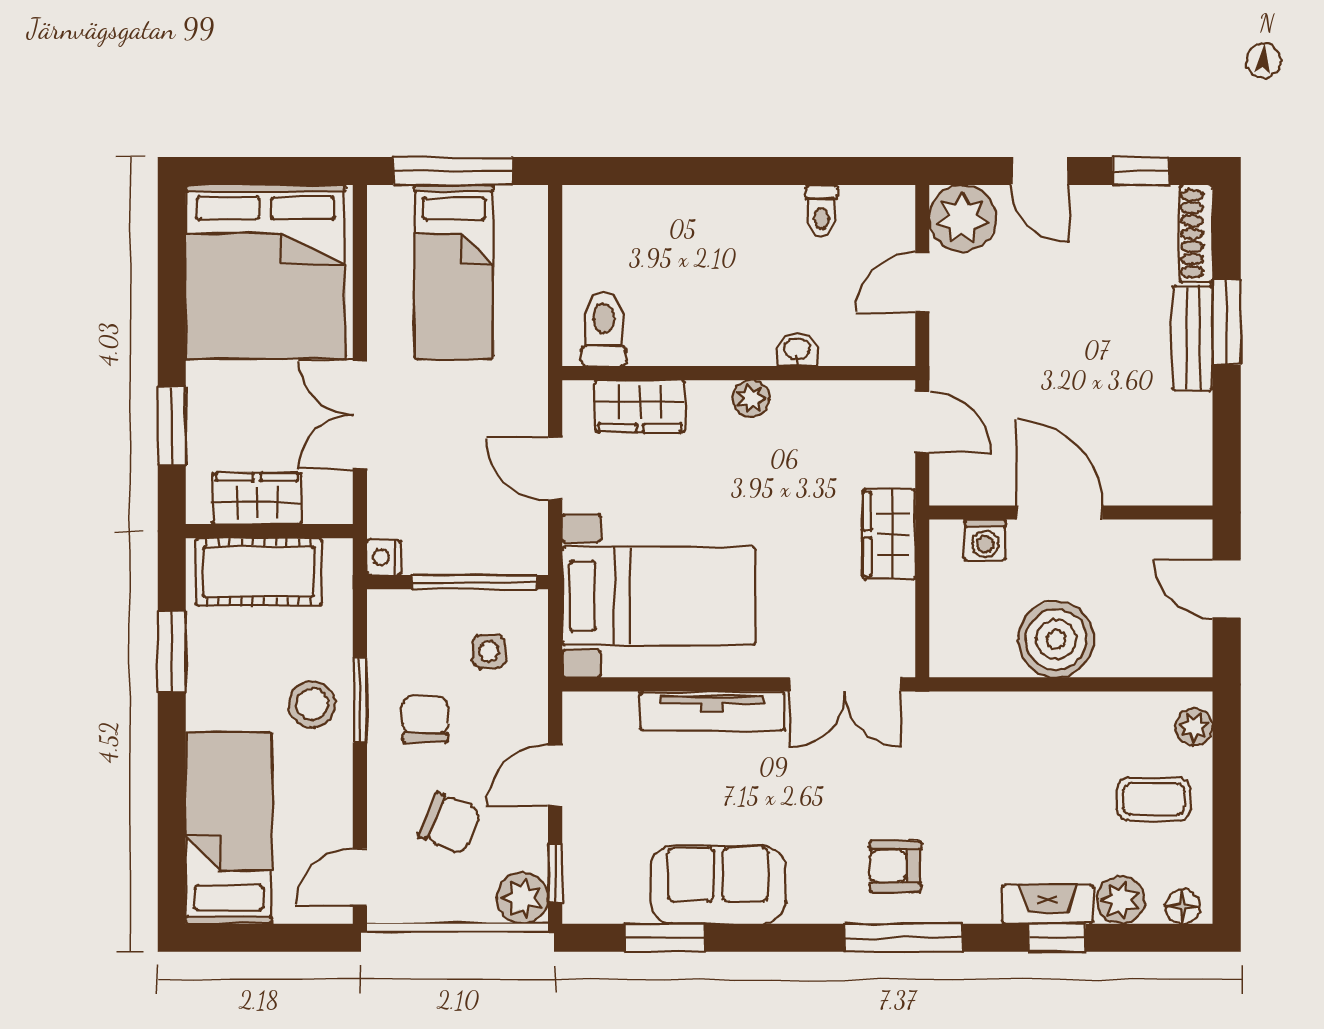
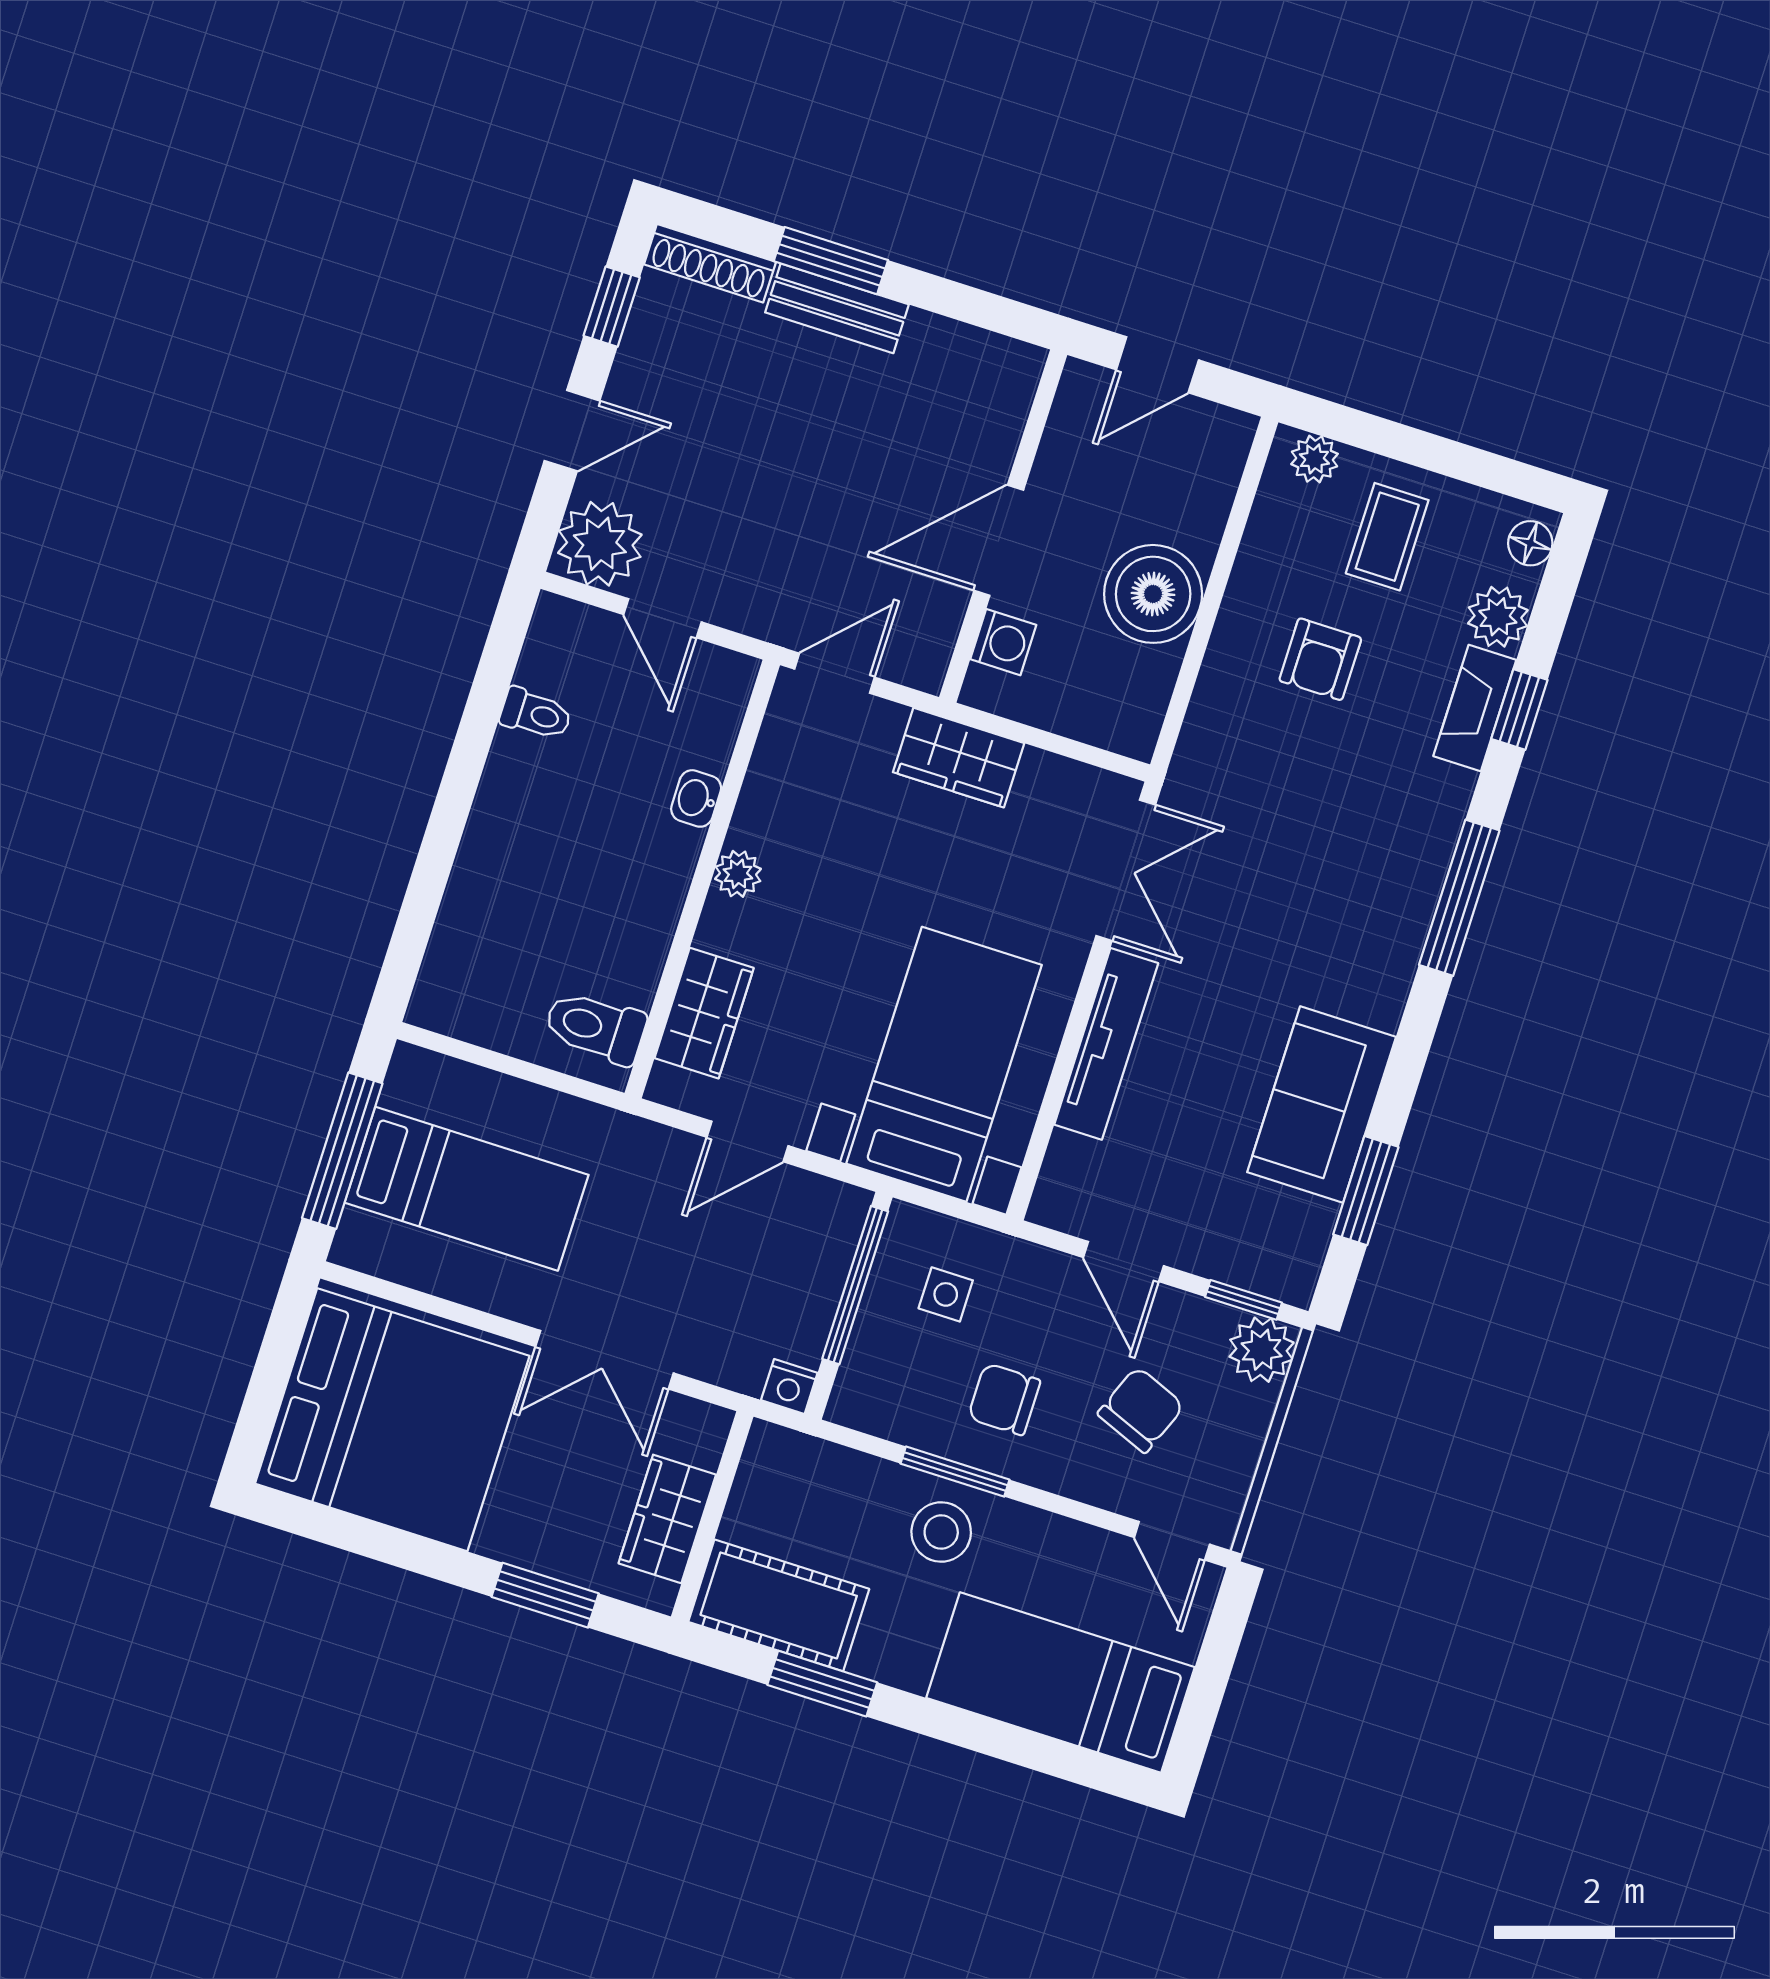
cot: (259, 572) -> (779, 1605), moved, turned 90
armchair: (895, 866) -> (1320, 659), moved

